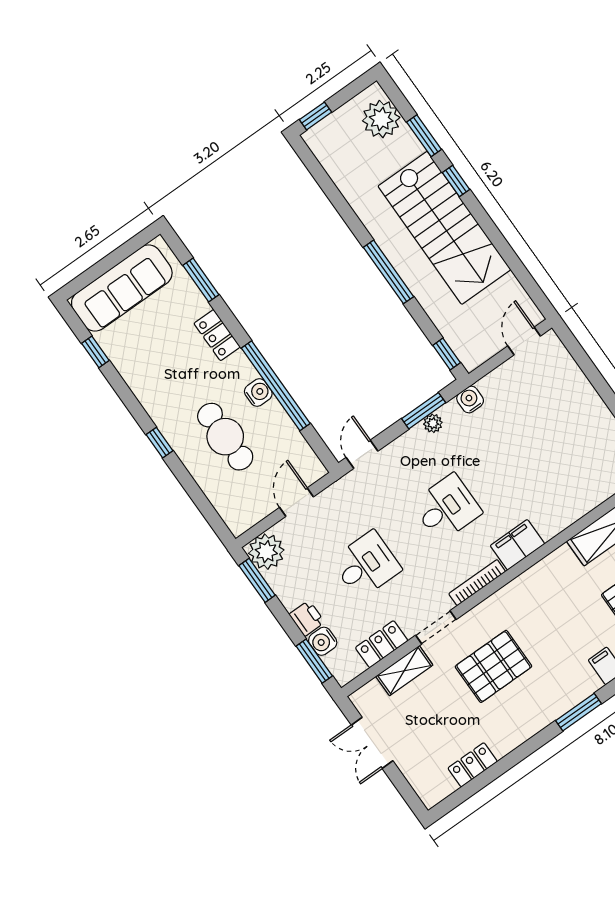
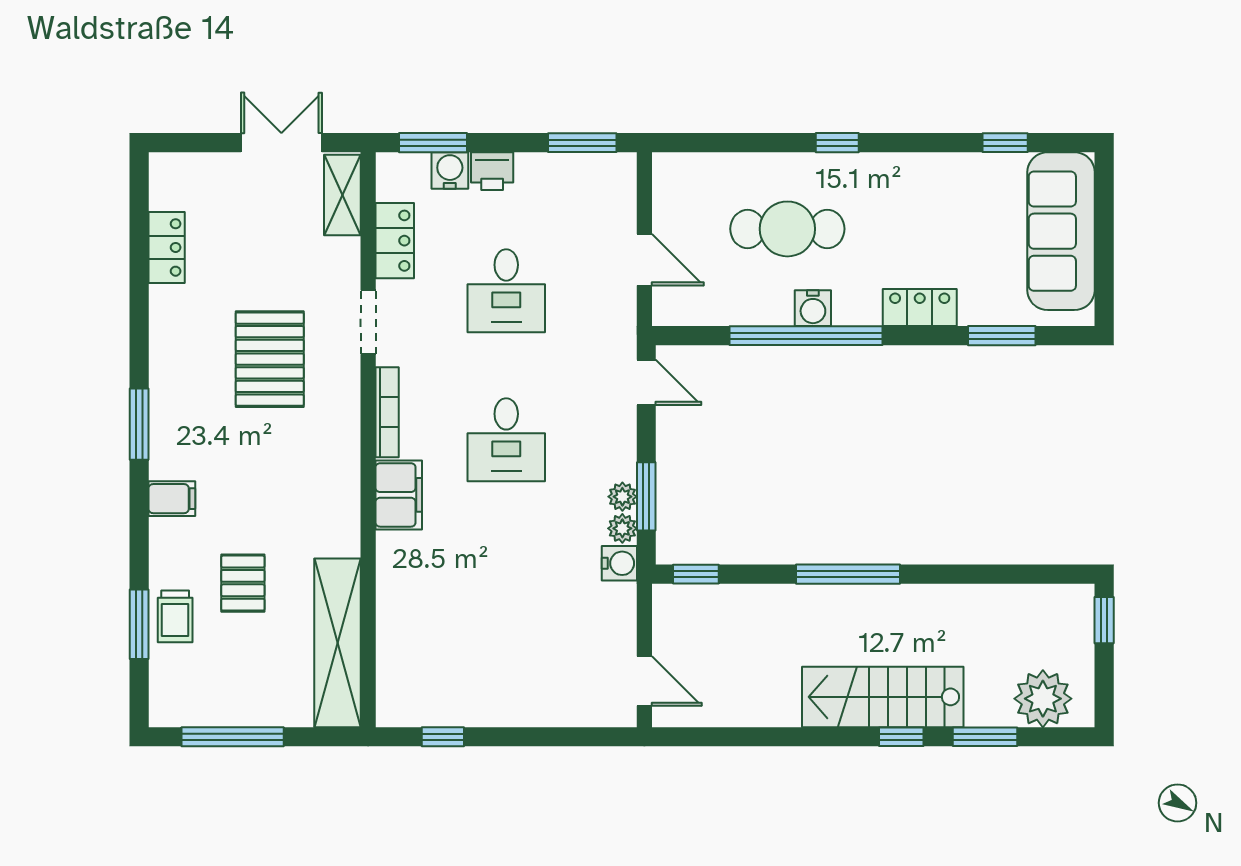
stairs: (444, 228) -> (883, 697), width x0.73, depth x0.66
plant: (266, 552) -> (622, 528), moved, width x0.53, depth x0.53
shelving: (404, 671) -> (342, 195), moved

